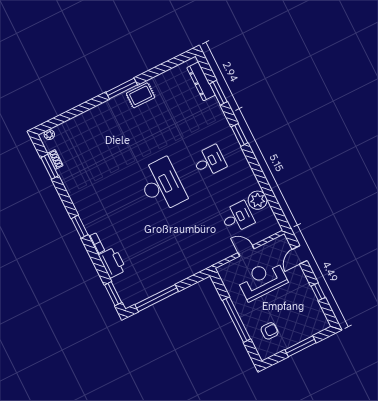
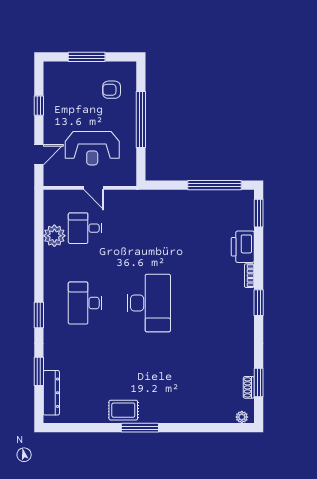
desk: (209, 161) -> (85, 303), width x1.37
desk: (162, 185) -> (149, 303), turned 180

